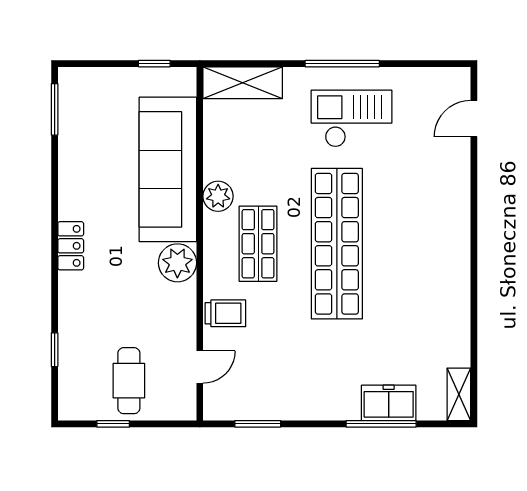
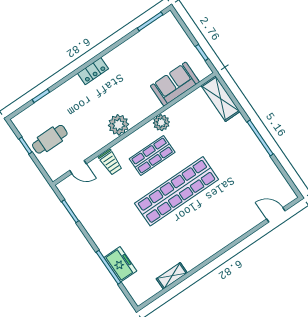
checkout: (352, 119) -> (238, 159), removed
sofa: (168, 169) -> (175, 84), width x0.54, depth x0.79
shelving: (459, 394) -> (172, 276), moved

